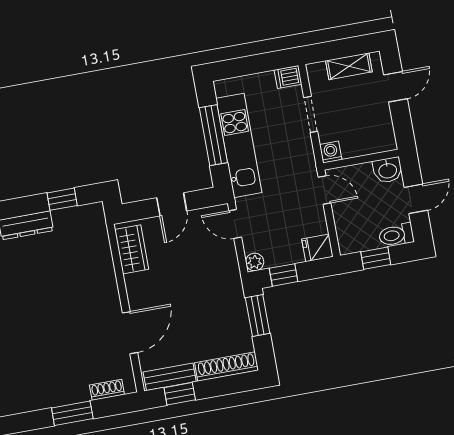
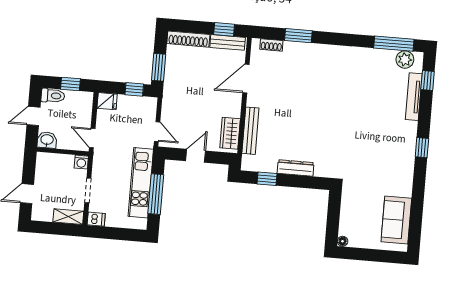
shelving: (349, 66) -> (68, 217), moved
bench: (104, 261) -> (250, 131), added
plant: (255, 262) -> (151, 103), removed

